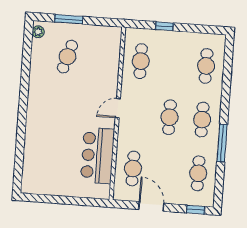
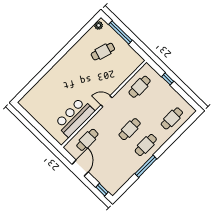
window: (69, 19) -> (120, 32), width x1.44
cafe table: (198, 173) -> (120, 172), removed

